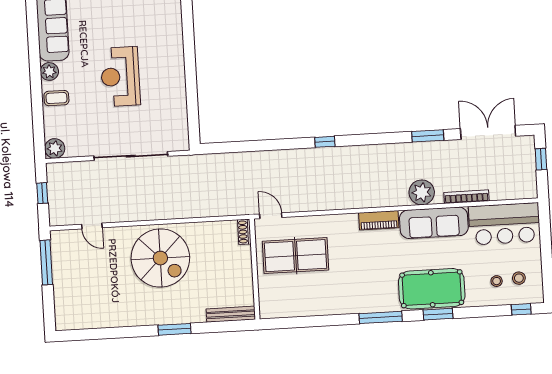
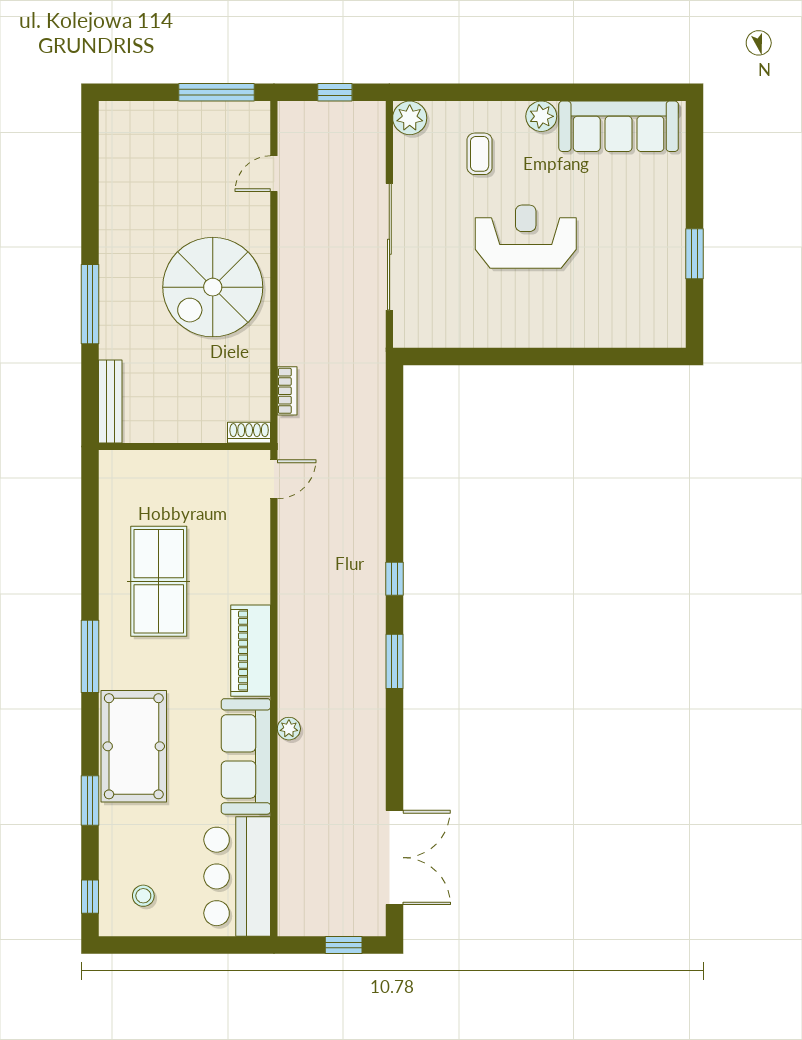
coffee table: (56, 98) -> (480, 154), moved
window: (428, 136) -> (395, 661), moved
plant: (422, 192) -> (289, 729), width x0.53, depth x0.53
bookcase: (466, 197) -> (287, 391), moved, width x0.64
piano: (379, 220) -> (251, 651), width x1.37, depth x1.33
table tennis table: (296, 256) -> (159, 581), moved
stool: (497, 281) -> (140, 857), removed
window: (438, 314) -> (90, 801), moved
window: (175, 329) -> (90, 304), width x1.44

